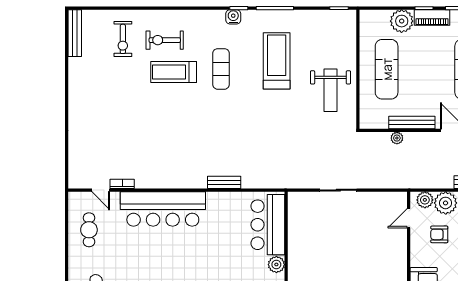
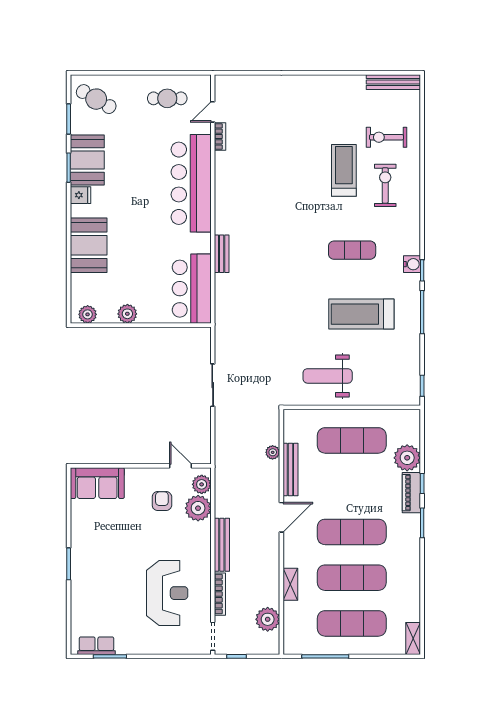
treadmill: (277, 61) -> (361, 314), turned 180
treadmill: (174, 72) -> (344, 170), moved
bar counter: (268, 225) -> (192, 289), moved, turned -90

